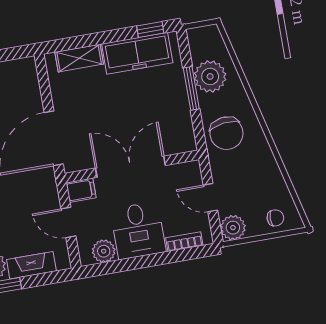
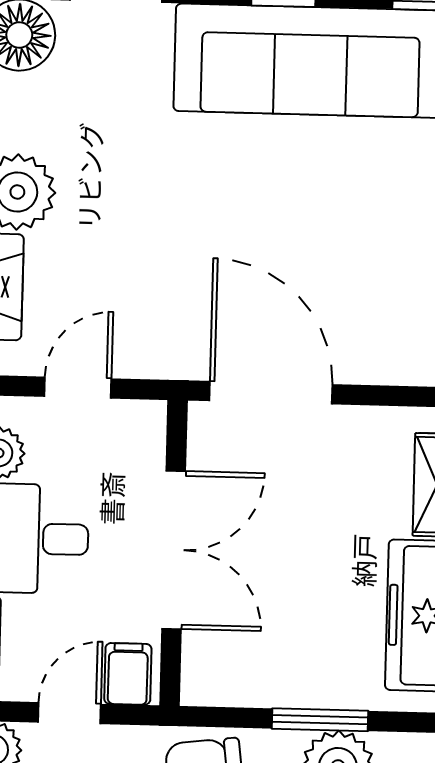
filing cabinet: (81, 190) -> (128, 674), moved, turned 180

